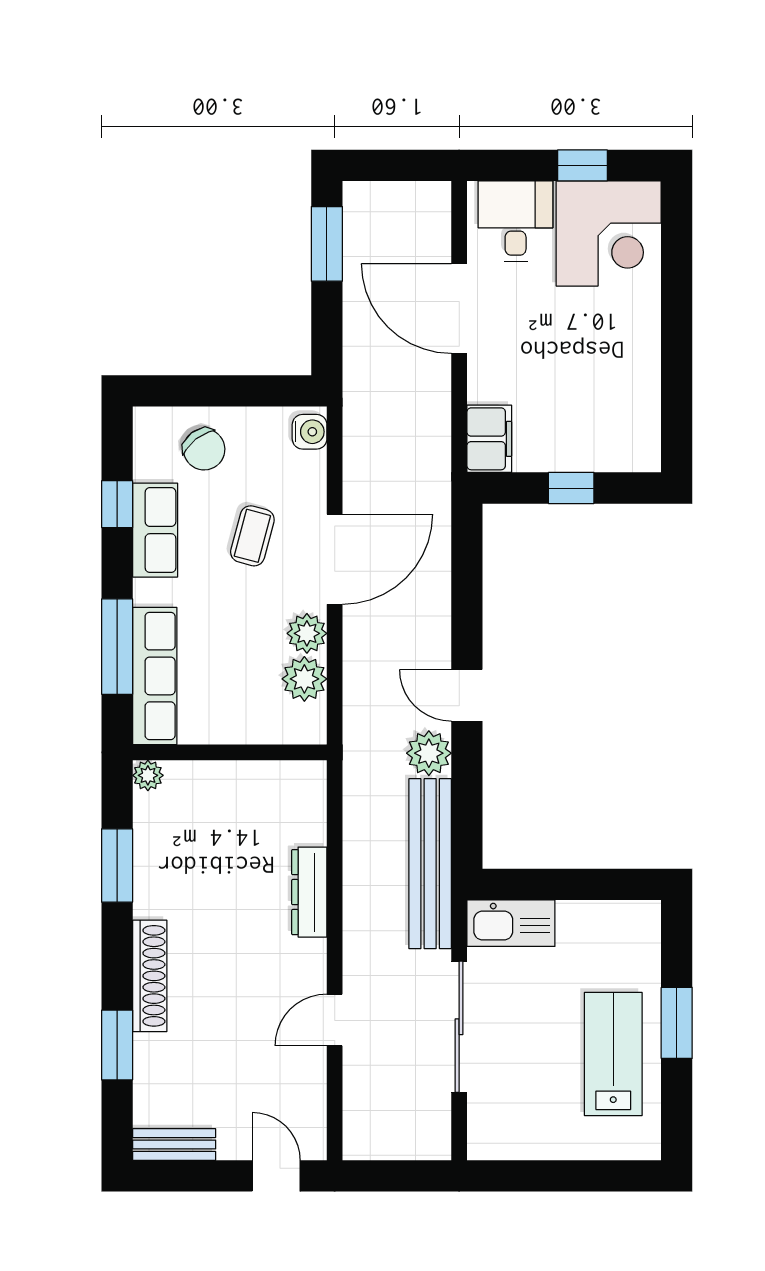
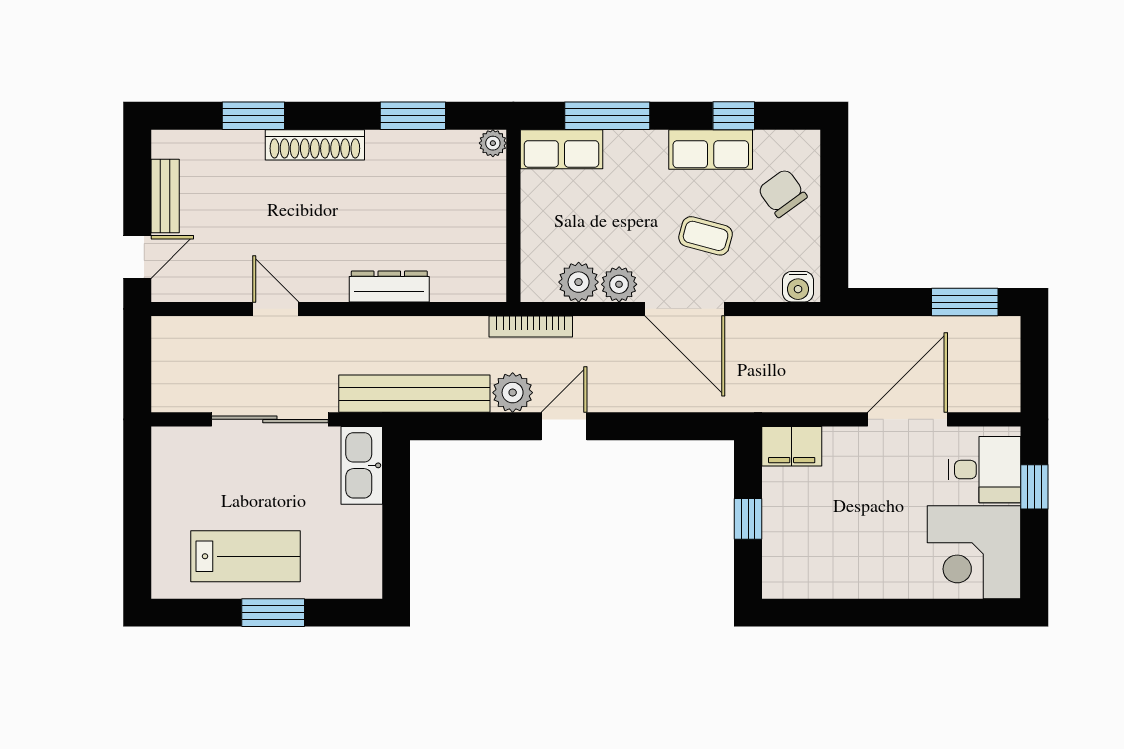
window: (582, 165) -> (1034, 487), moved
chair: (204, 449) -> (782, 193), turned 92
row of seats: (155, 676) -> (561, 149), width x0.68
bookcase: (354, 733) -> (531, 327), added
bench: (174, 1145) -> (165, 196), moved

